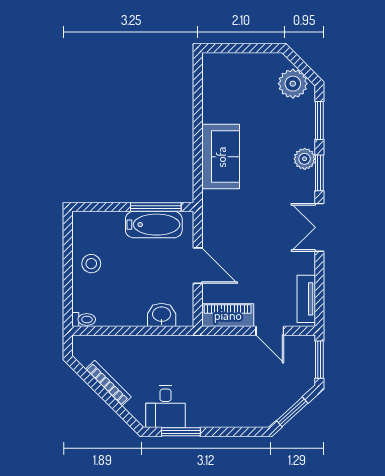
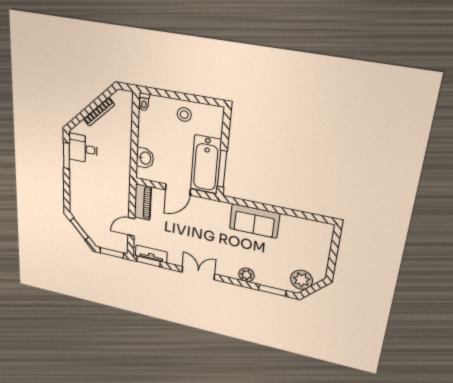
window: (319, 173) -> (148, 261), moved
bathtub: (154, 225) -> (206, 164), width x1.36, depth x1.36

